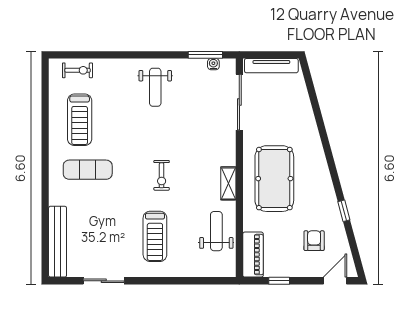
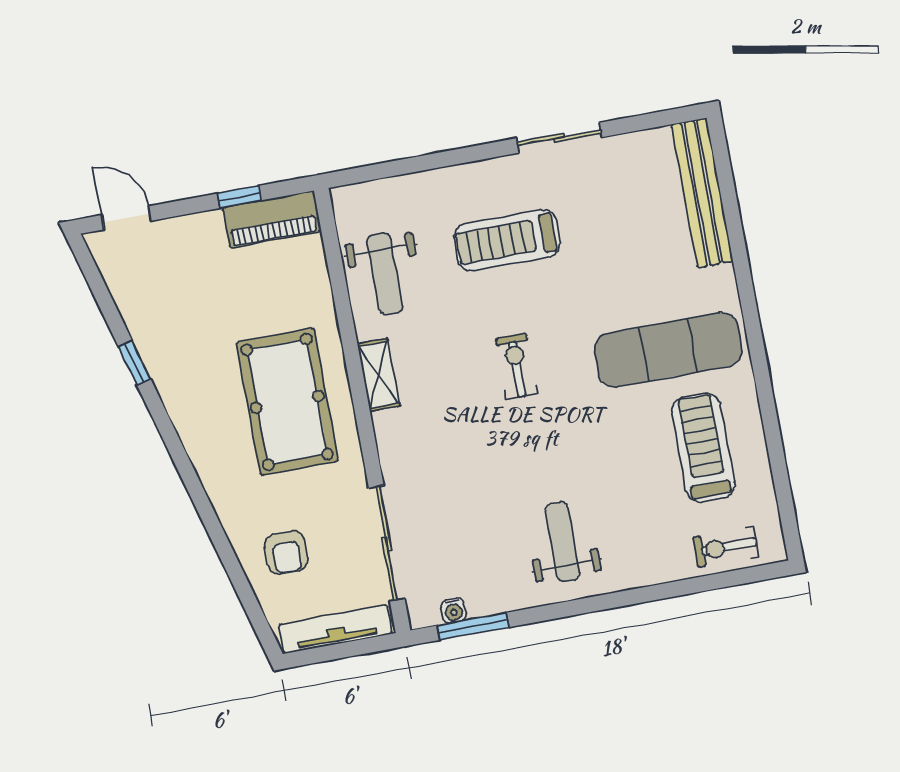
exercise mat: (88, 170) -> (668, 350), width x1.36, depth x1.45
treadmill: (155, 236) -> (507, 240), turned -90
armchair: (314, 241) -> (286, 553), moved
piano: (253, 255) -> (272, 219), moved, turned -90
sliding door: (104, 281) -> (559, 138), moved
door: (335, 281) -> (126, 218), swing flipped

